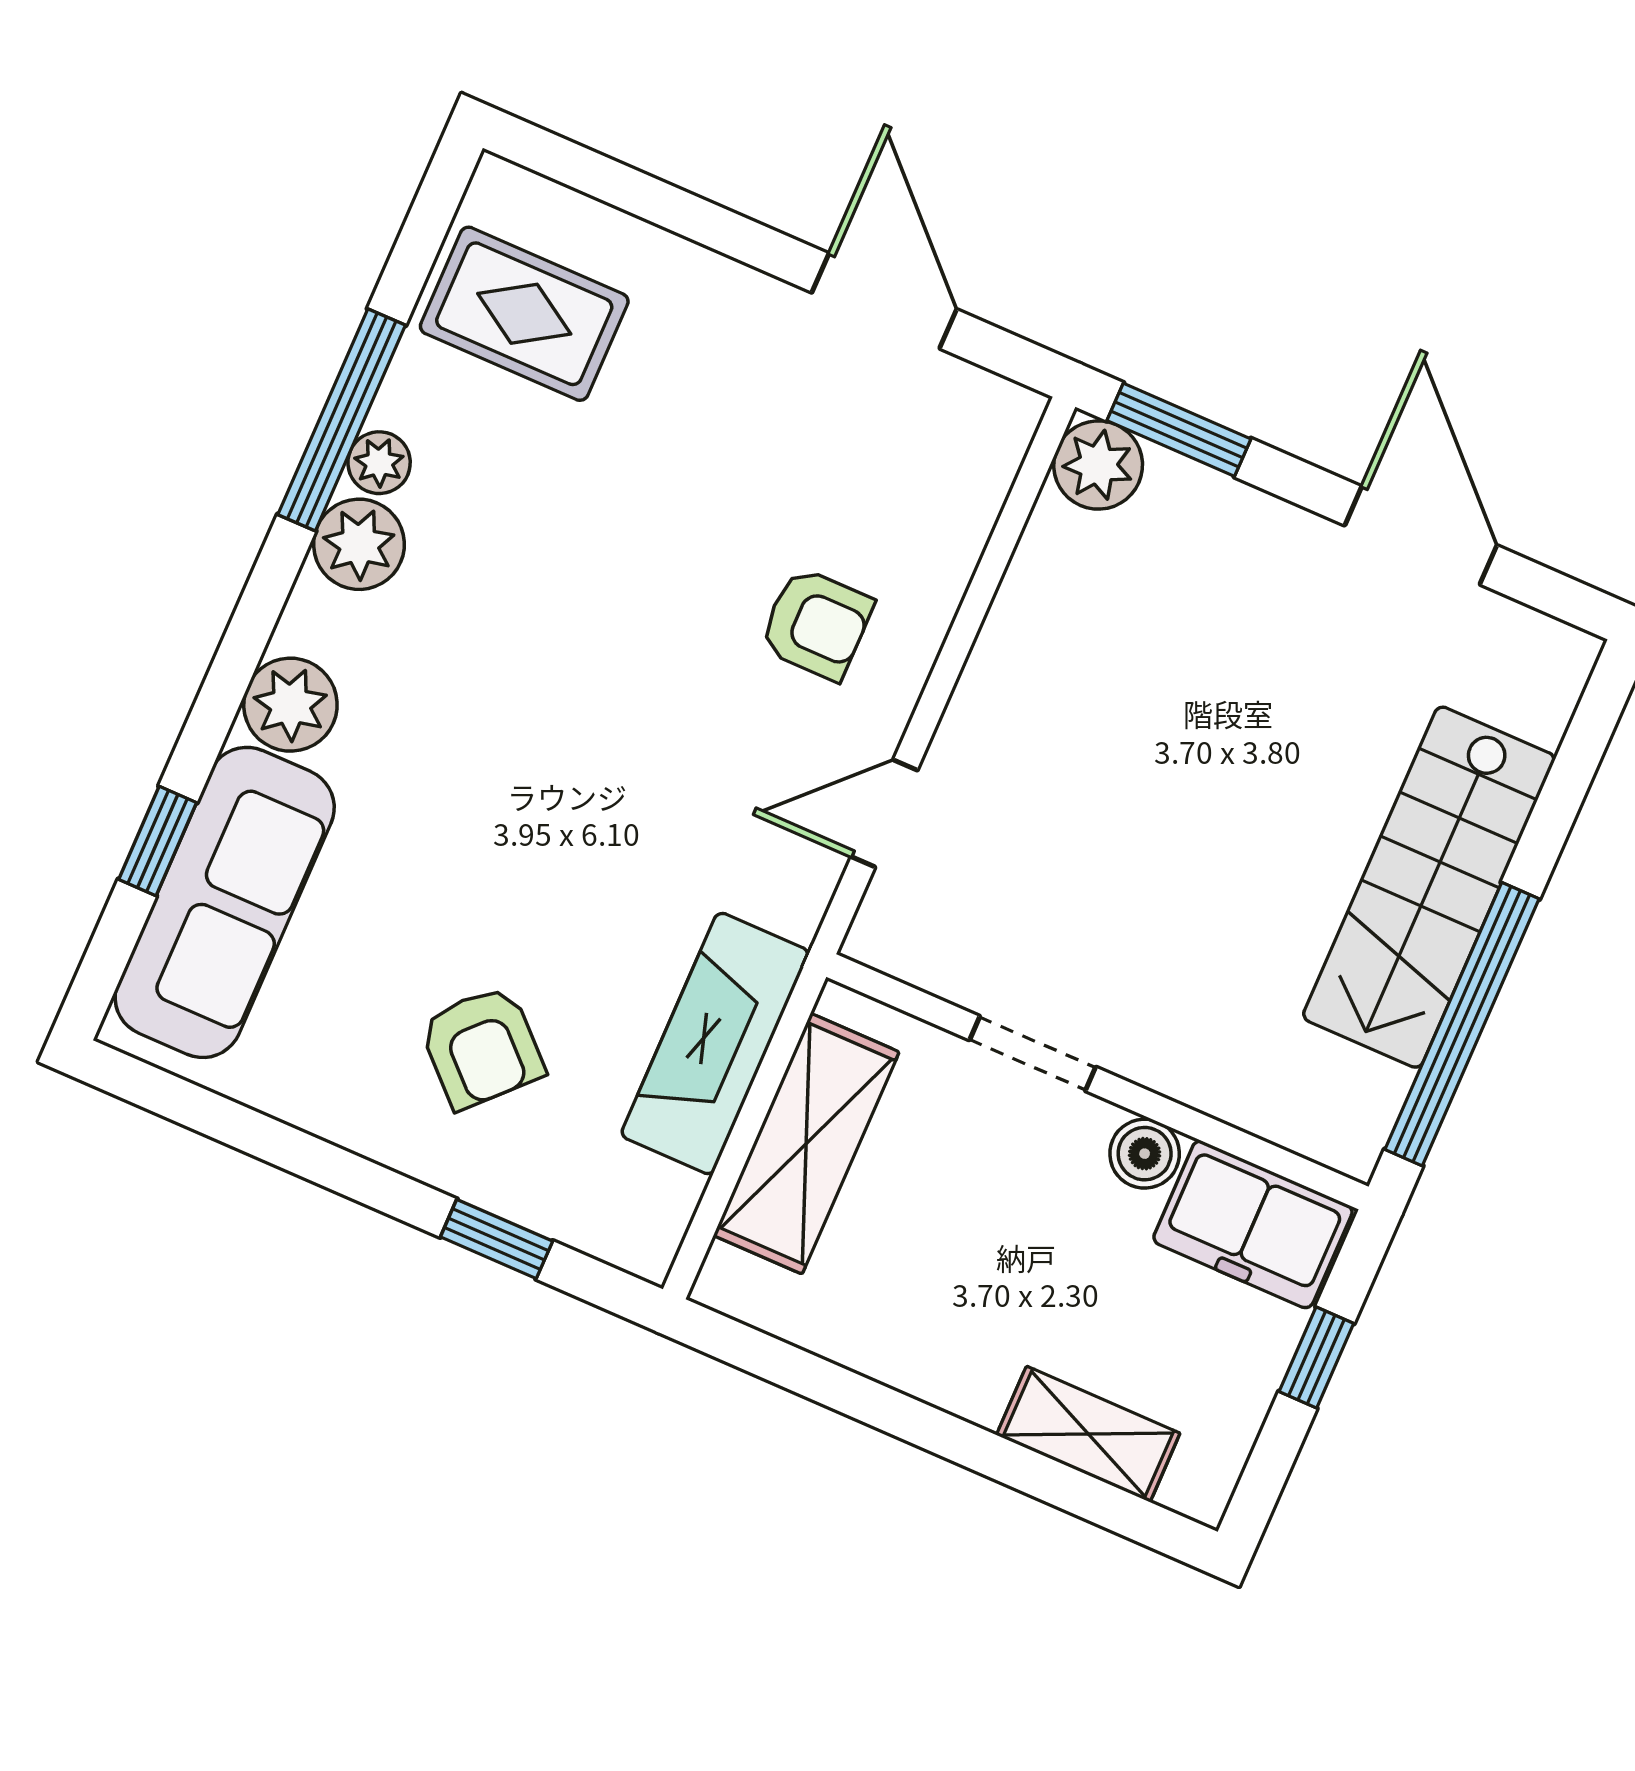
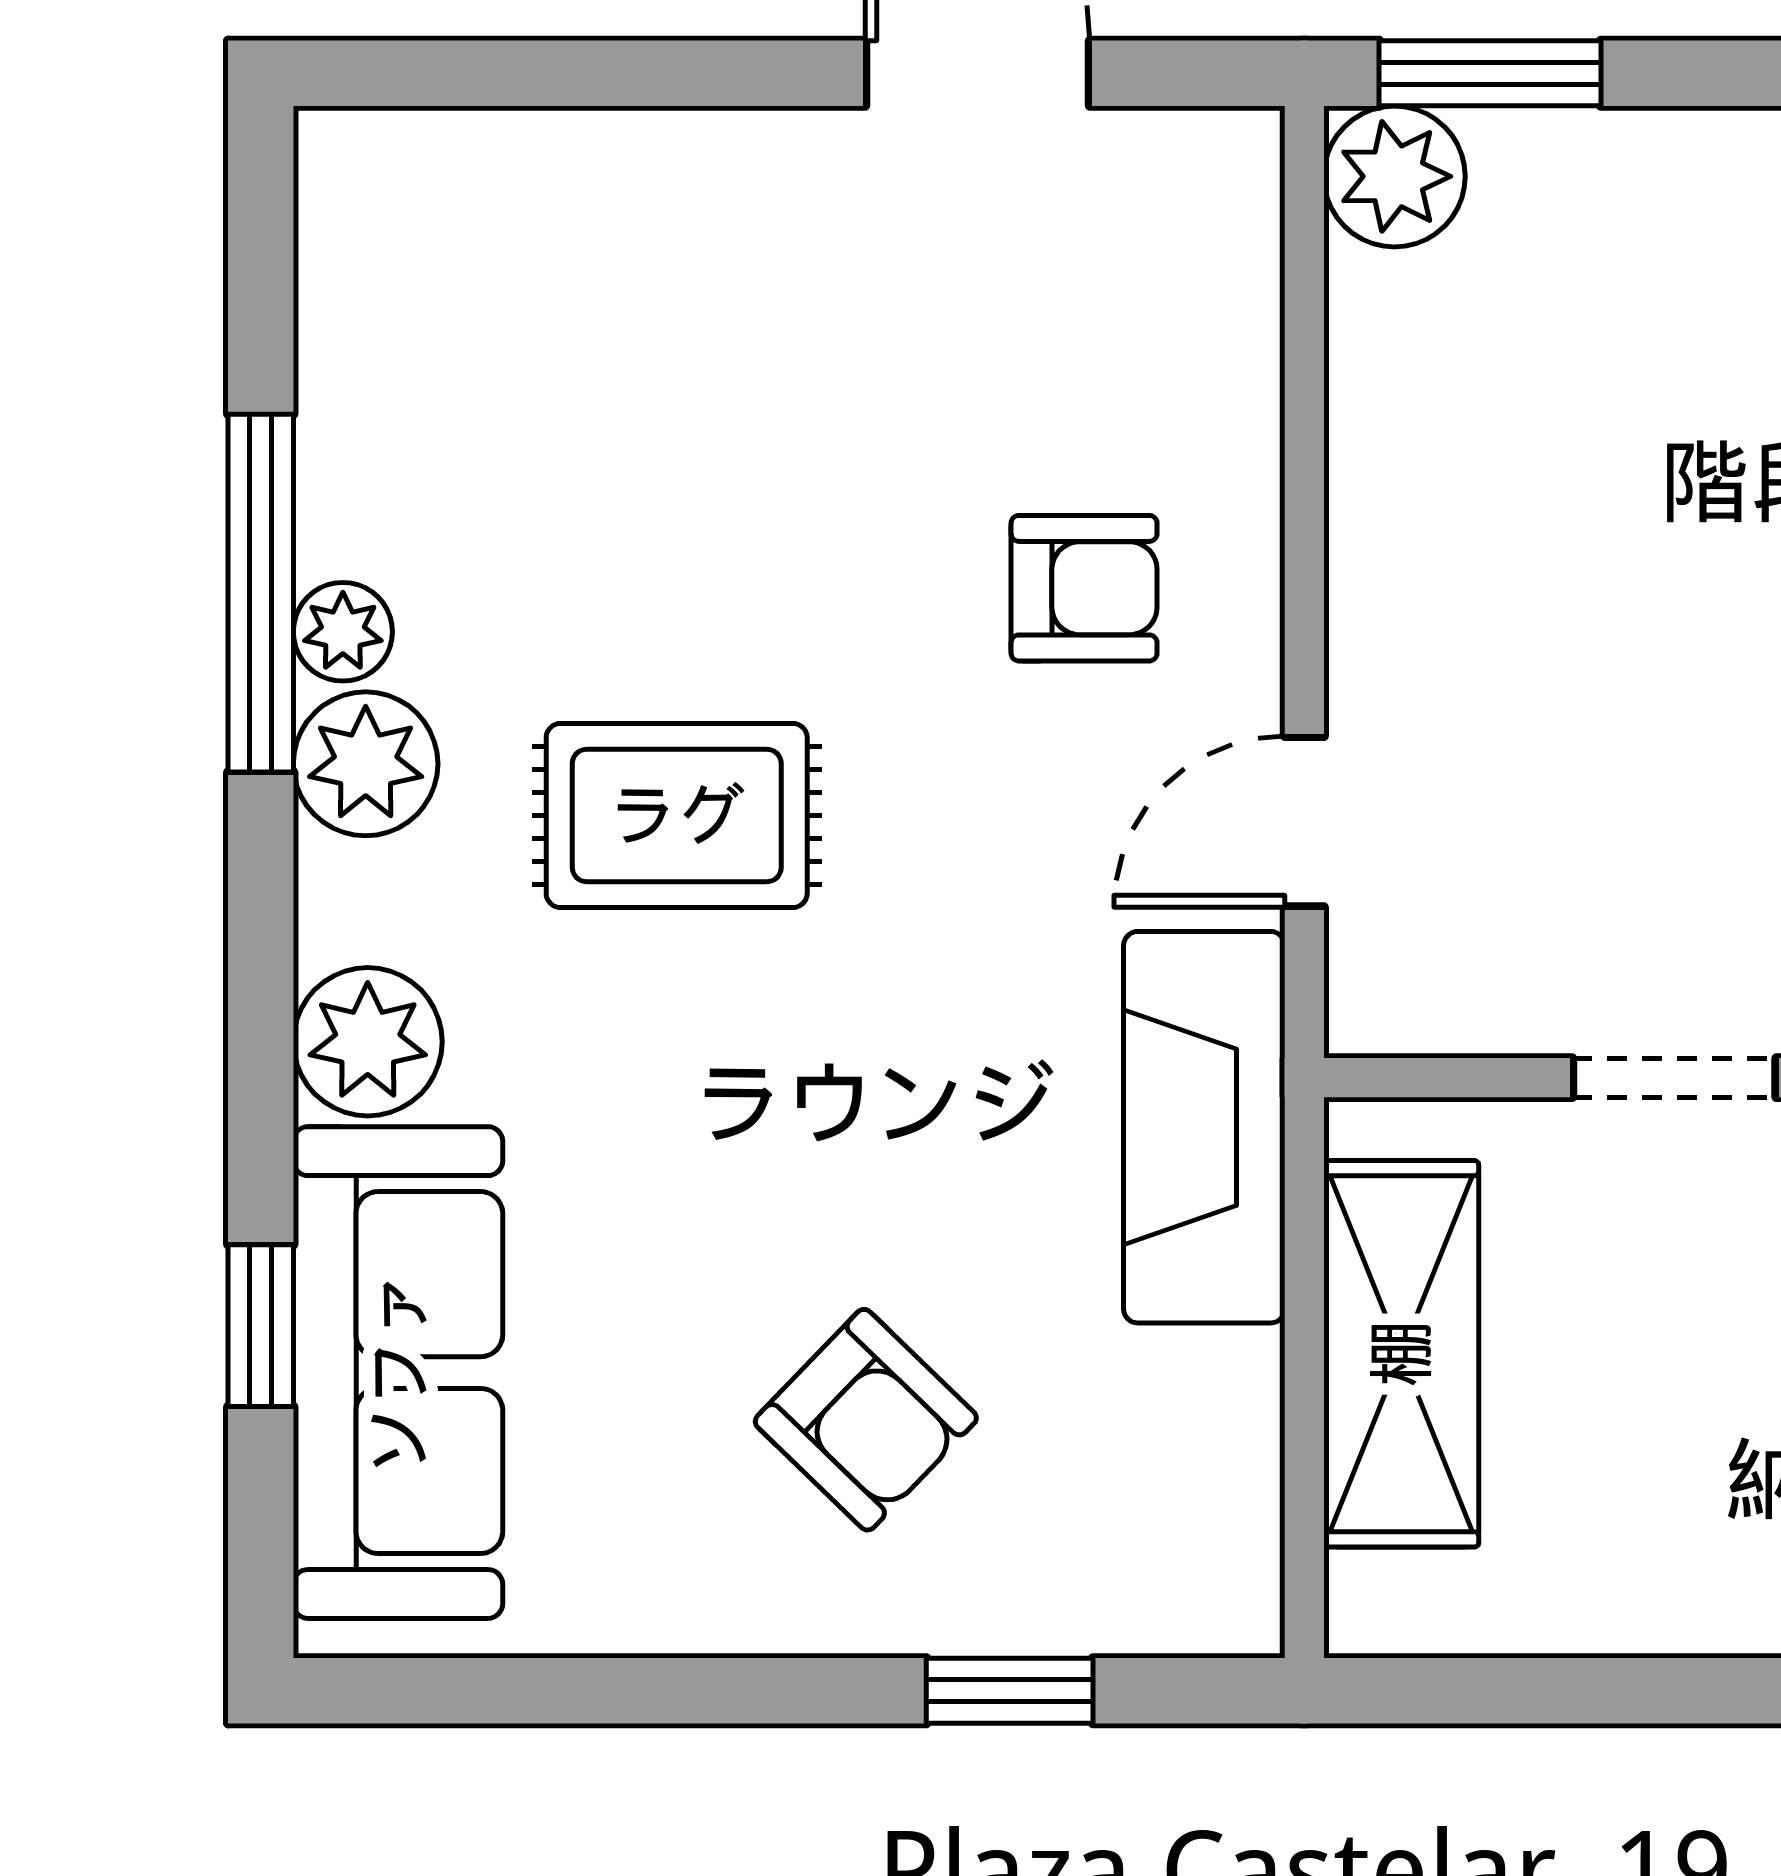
rug: (524, 314) -> (677, 815), moved
fireplace: (715, 1044) -> (1204, 1127), moved

